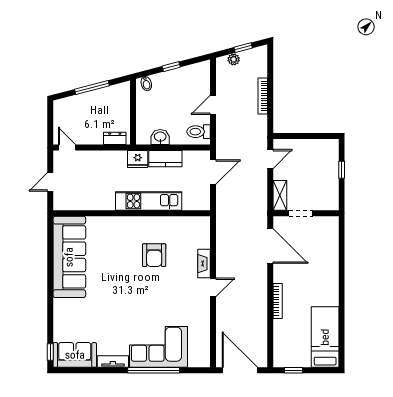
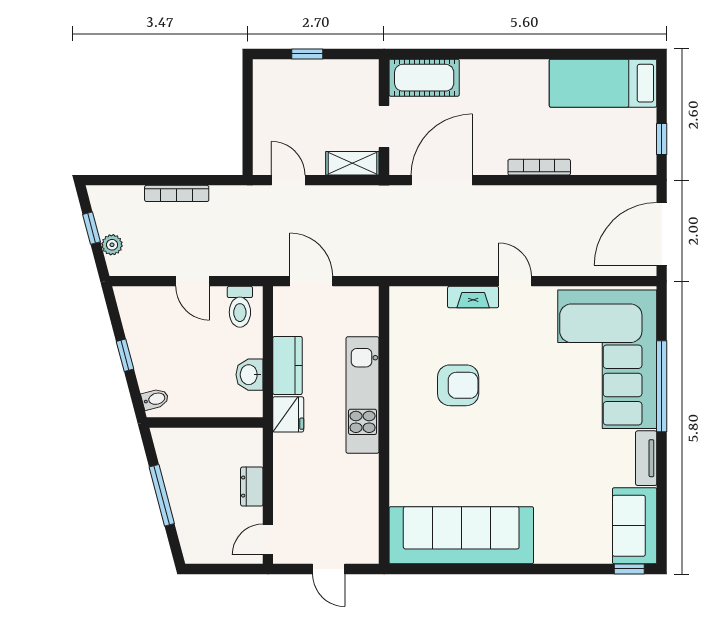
dresser: (115, 138) -> (252, 487), moved
cot: (328, 236) -> (424, 78), added
corner sofa: (158, 347) -> (607, 359), width x1.36, depth x1.36

